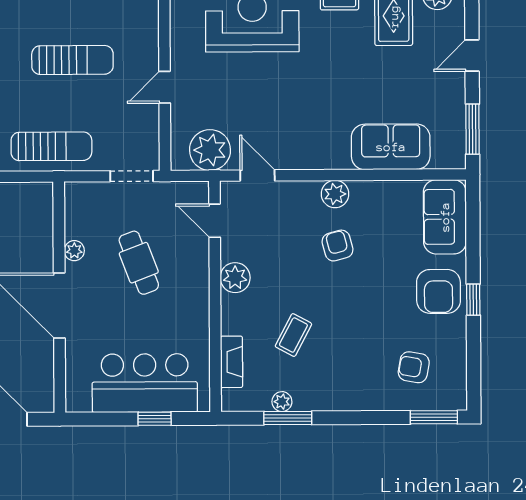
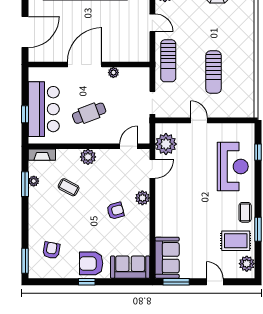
sofa: (391, 147) -> (167, 258), moved
plant: (335, 194) -> (142, 198), moved
cafe table: (139, 263) -> (89, 113), moved
plant: (235, 278) -> (88, 157), moved
fireplace: (232, 362) -> (42, 155), moved

